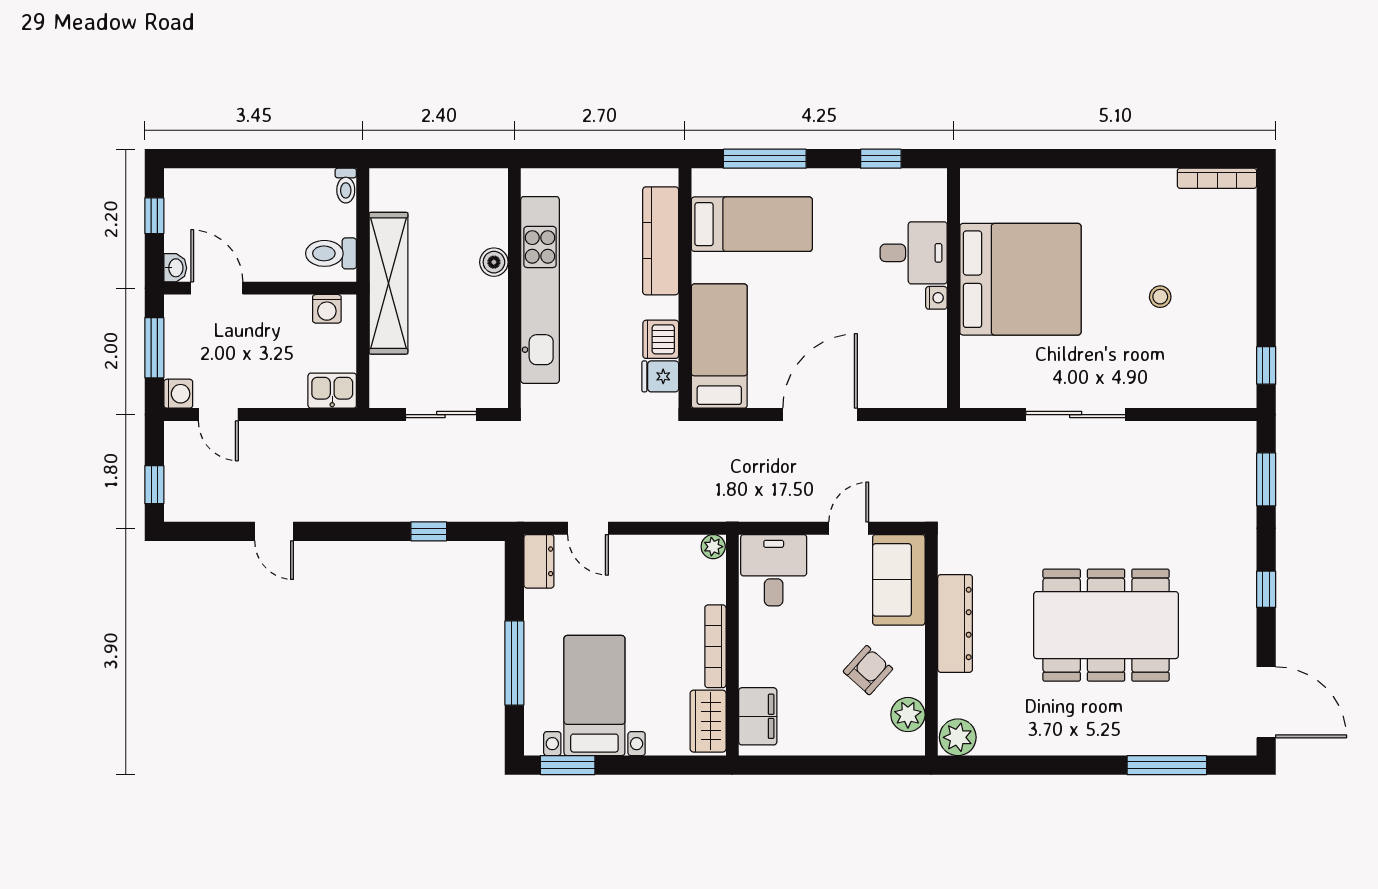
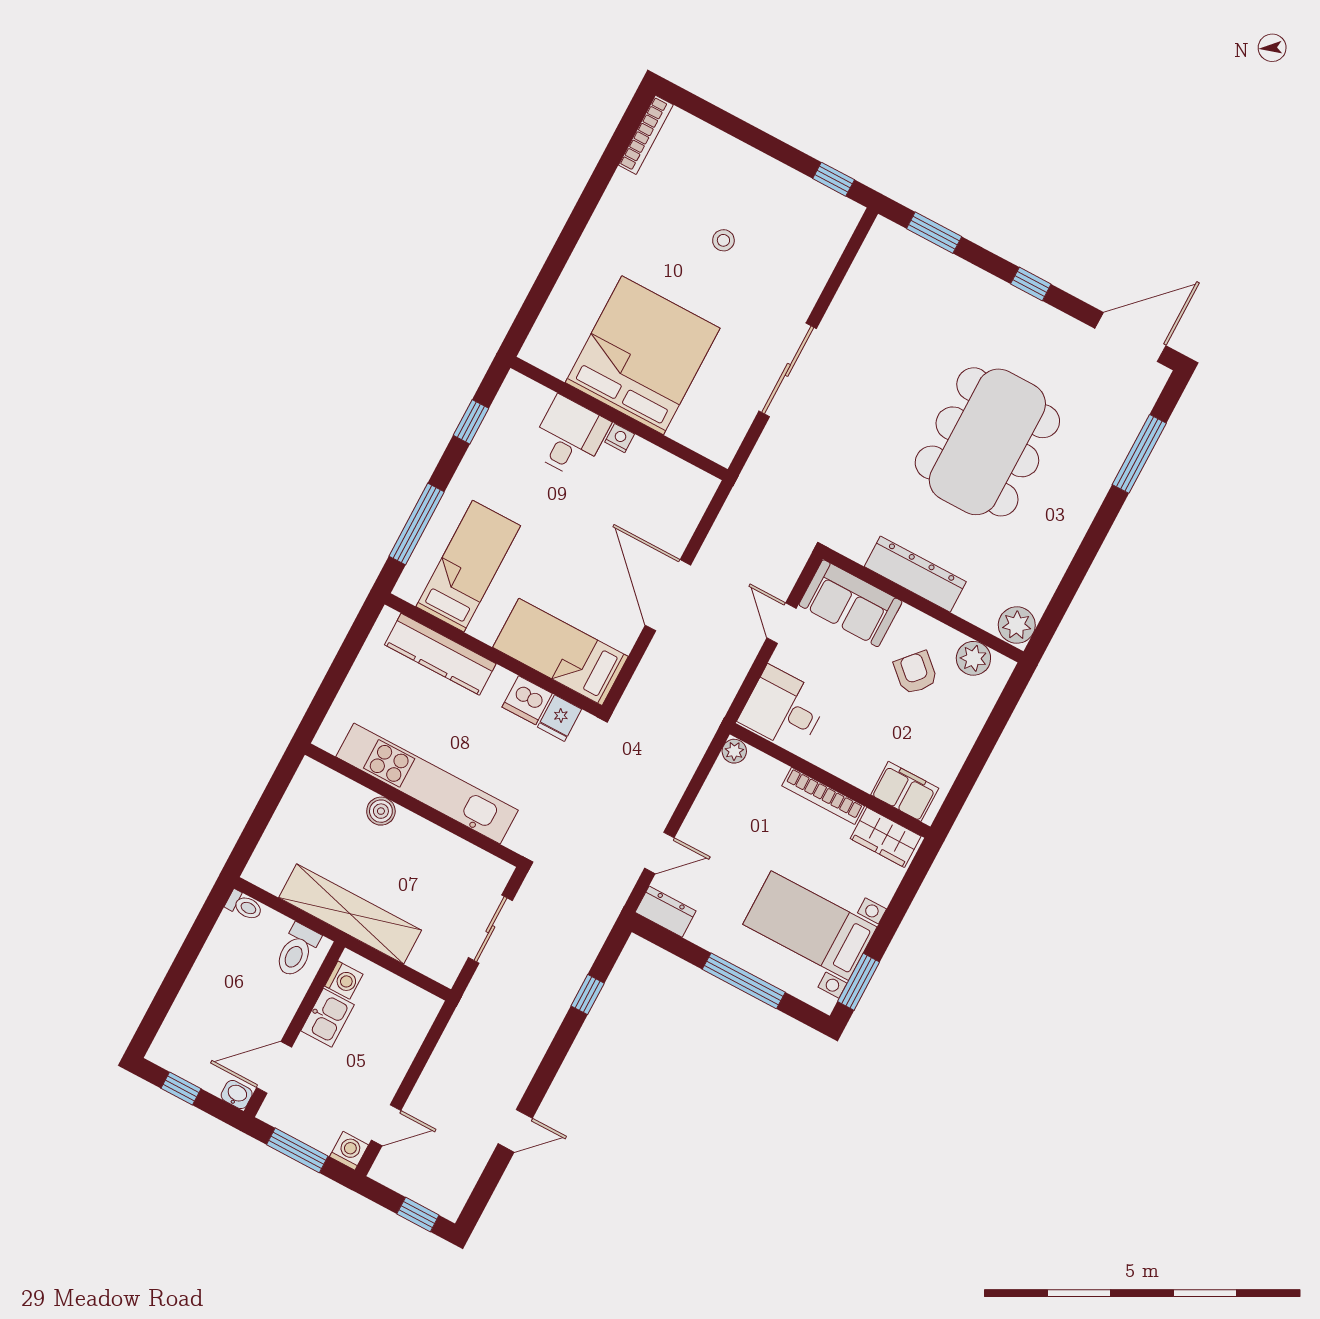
kitchen sink: (332, 391) -> (327, 1018), moved, turned 180

